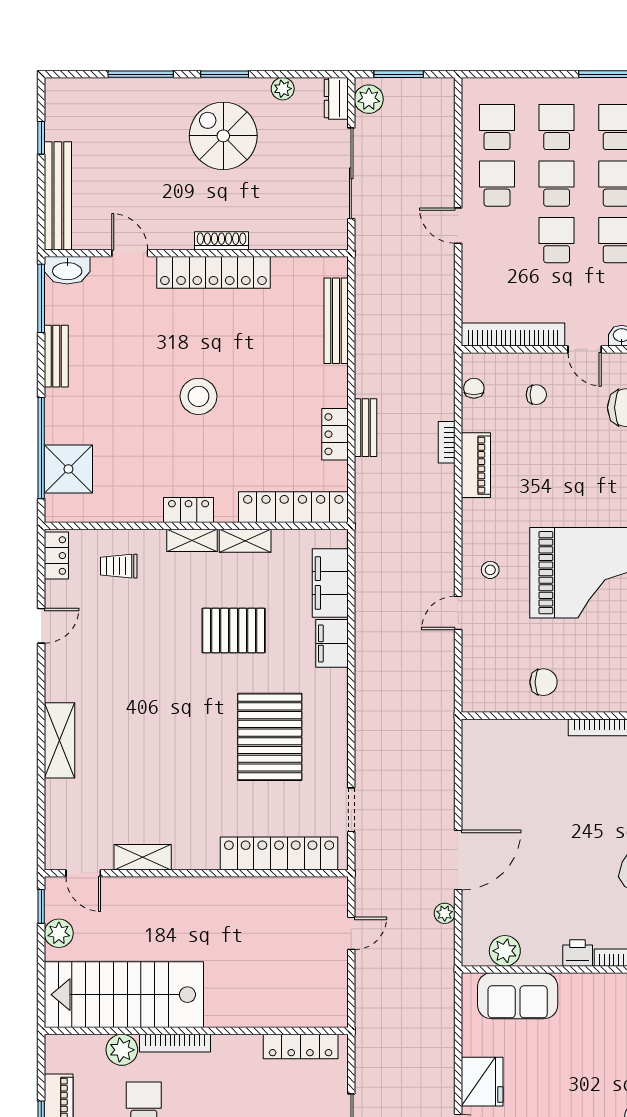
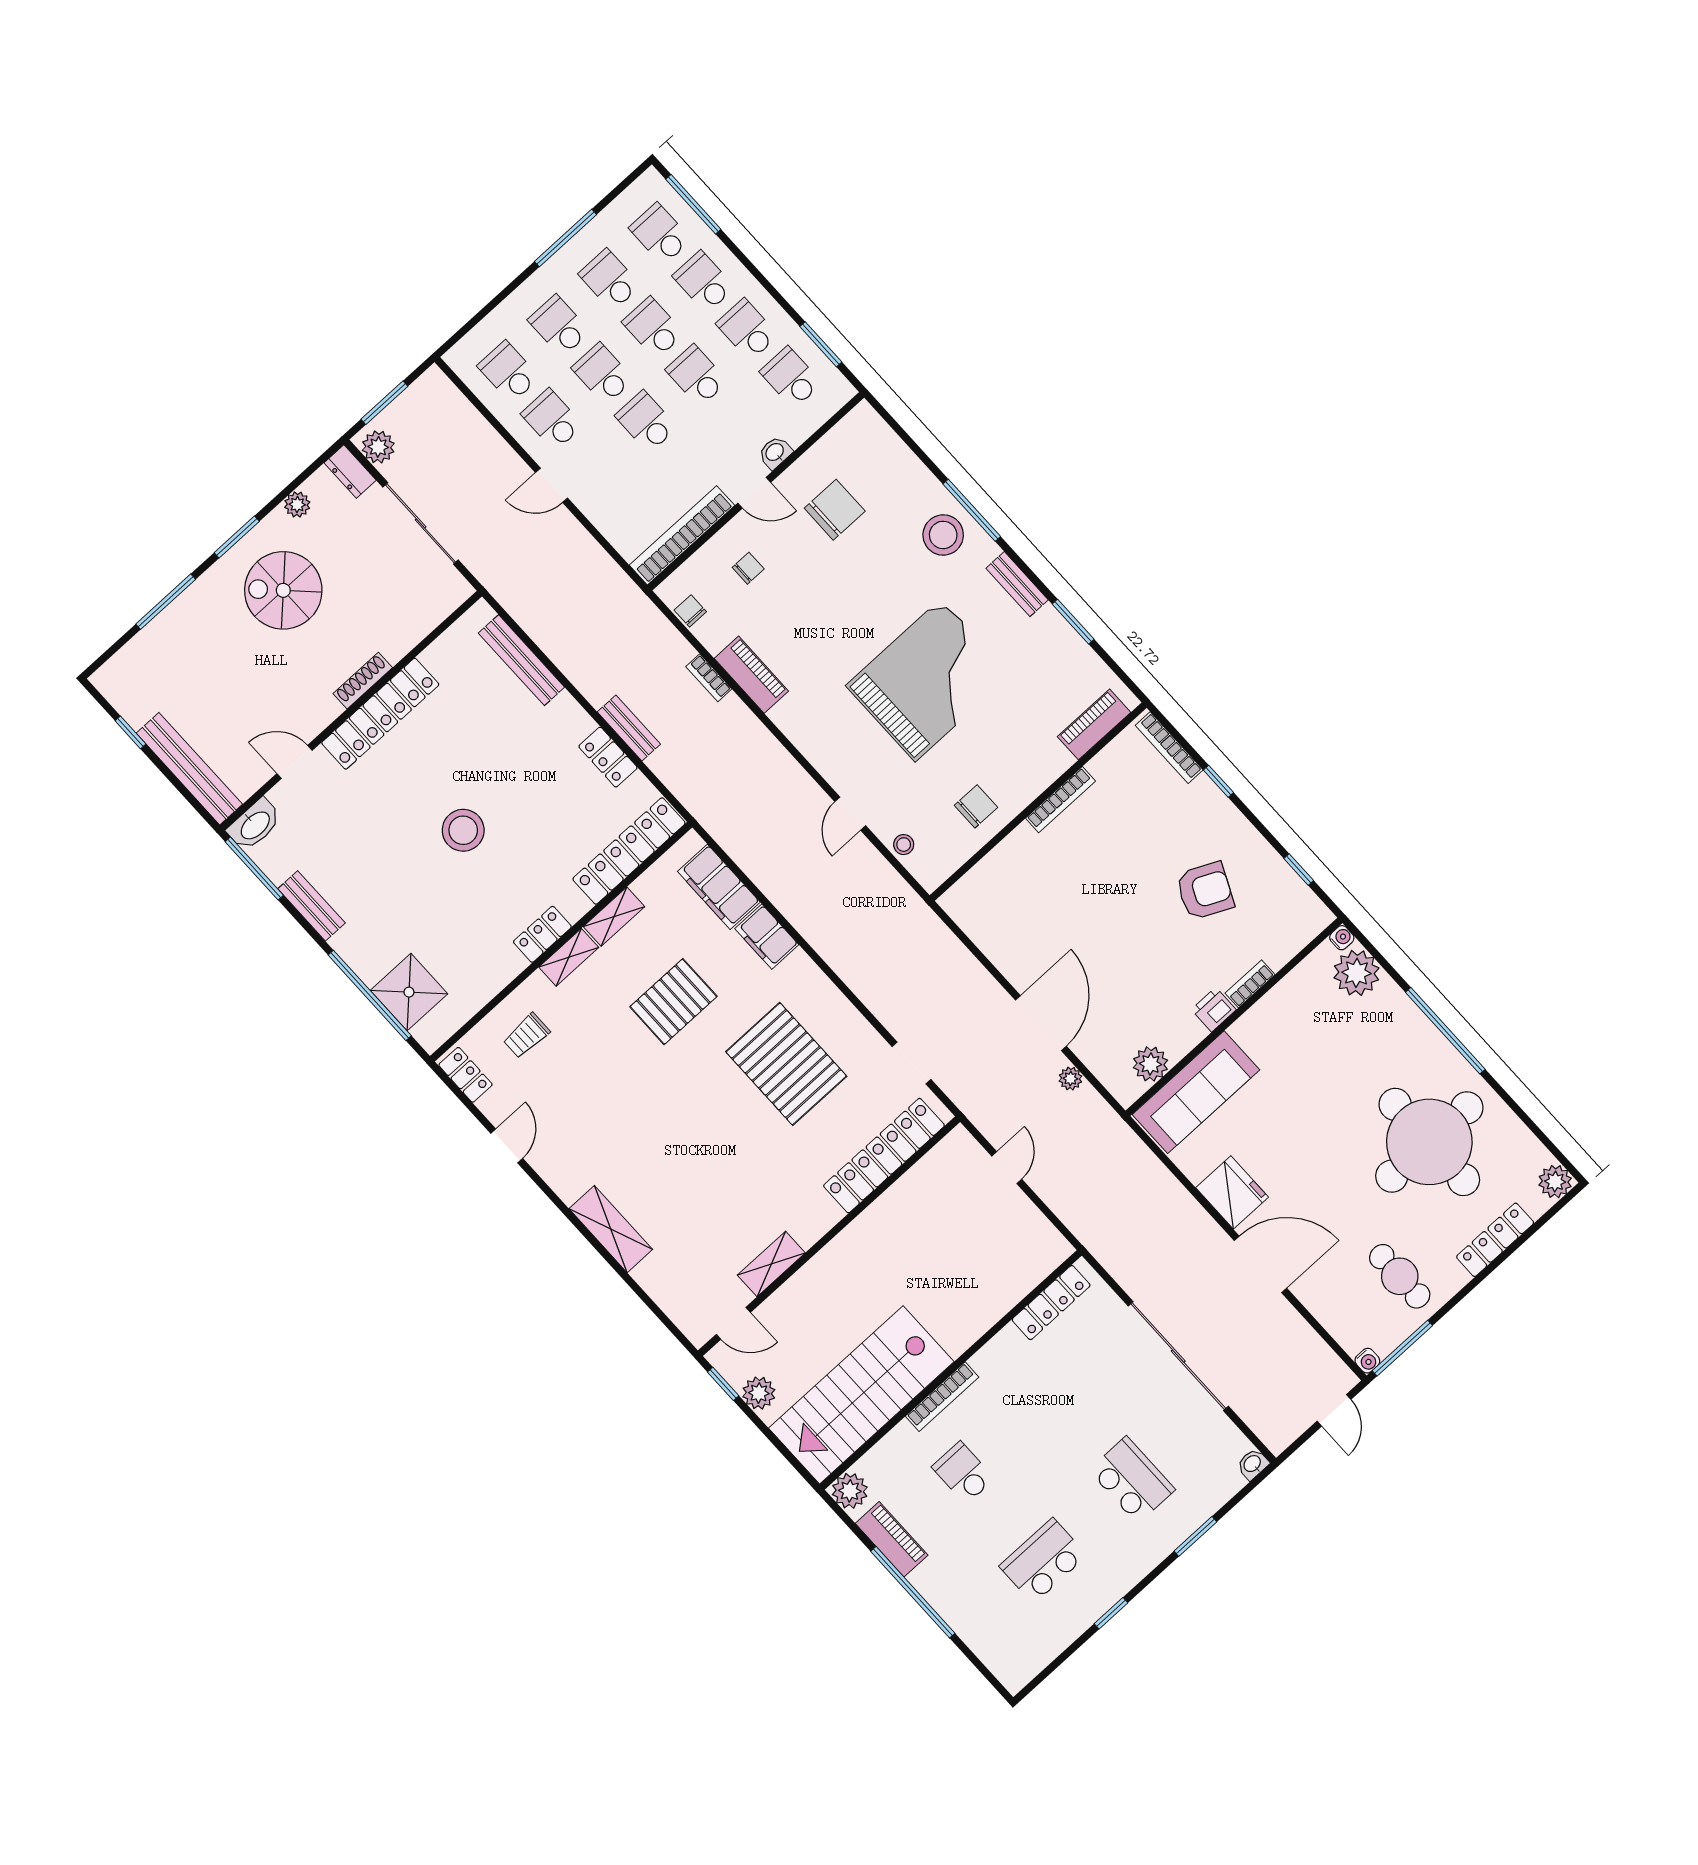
stool: (490, 570) -> (904, 845), moved
sofa: (518, 996) -> (1196, 1092), width x1.36
plant: (122, 1050) -> (850, 1491), moved

